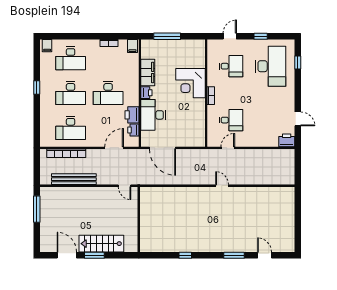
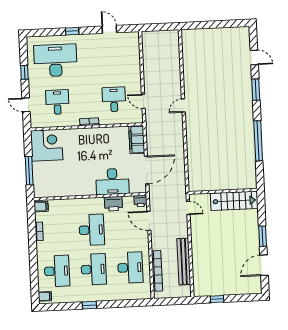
window: (298, 62) -> (72, 31), moved
filing cabinet: (148, 72) -> (137, 140), moved, turned -90
corner desk: (190, 83) -> (47, 145), moved, turned -90
printer: (146, 93) -> (89, 190), removed
door: (298, 119) -> (109, 29), hinge flipped
printer: (133, 130) -> (141, 201), moved
printer: (287, 140) -> (132, 40), removed
door: (125, 186) -> (188, 208), hinge flipped
window: (37, 209) -> (217, 299), width x0.46
stairs: (101, 244) -> (234, 201), moved, turned -90
window: (185, 255) -> (258, 141), width x3.17
door: (265, 255) -> (254, 57), swing flipped

